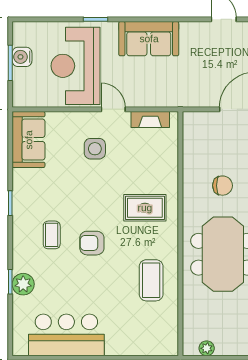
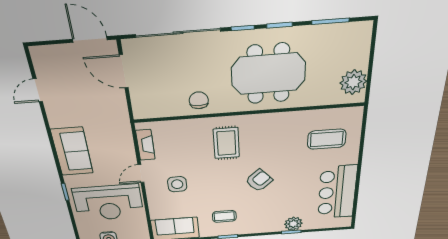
chair: (223, 186) -> (199, 100), moved
coffee table: (52, 235) -> (224, 216), moved
armchair: (92, 243) -> (259, 180), turned -132
coffee table: (151, 280) -> (327, 139), moved
plant: (207, 348) -> (353, 82), width x1.88, depth x1.88

